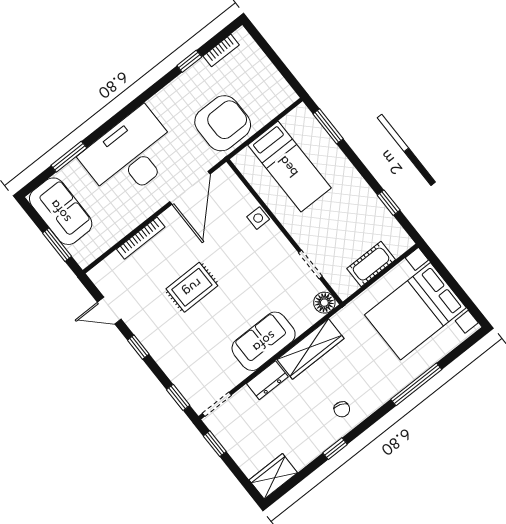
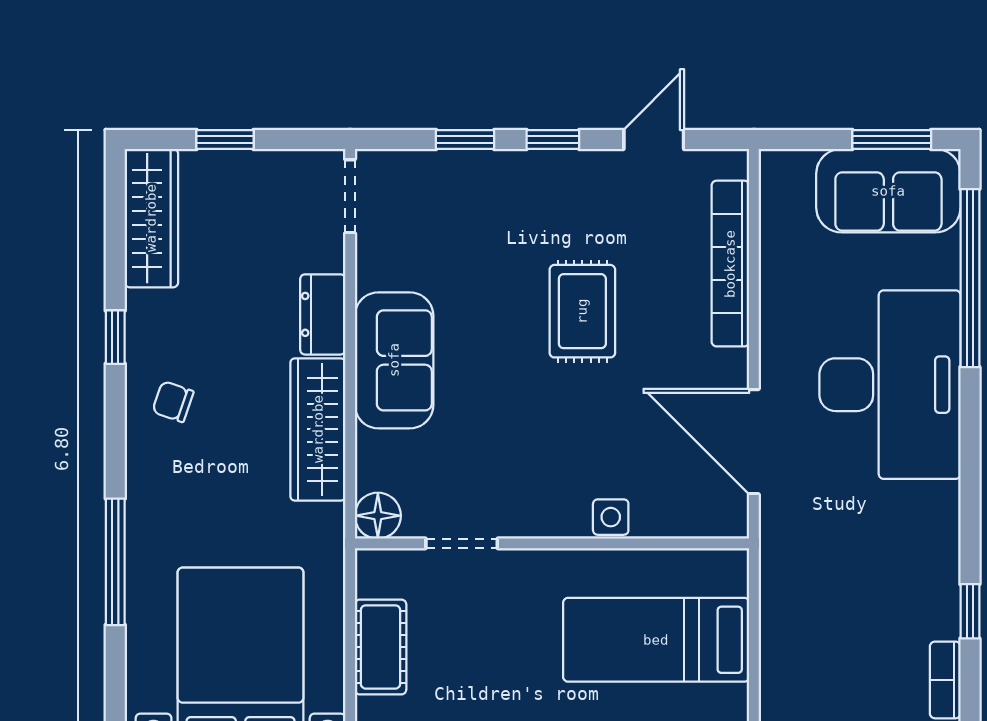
armchair: (223, 123) -> (820, 584), removed
window: (69, 157) -> (970, 278), width x2.11
bookcase: (141, 238) -> (730, 264), width x1.48, depth x1.31
window: (57, 245) -> (892, 139), moved
window: (178, 397) -> (465, 139), moved
window: (215, 444) -> (225, 139), moved
wardrobe: (273, 476) -> (151, 218), width x1.50

